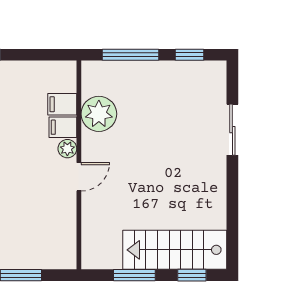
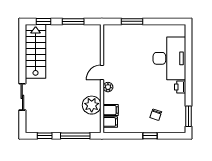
filing cabinet: (63, 127) -> (110, 122), moved
stairs: (175, 250) -> (36, 51), moved, turned -90

